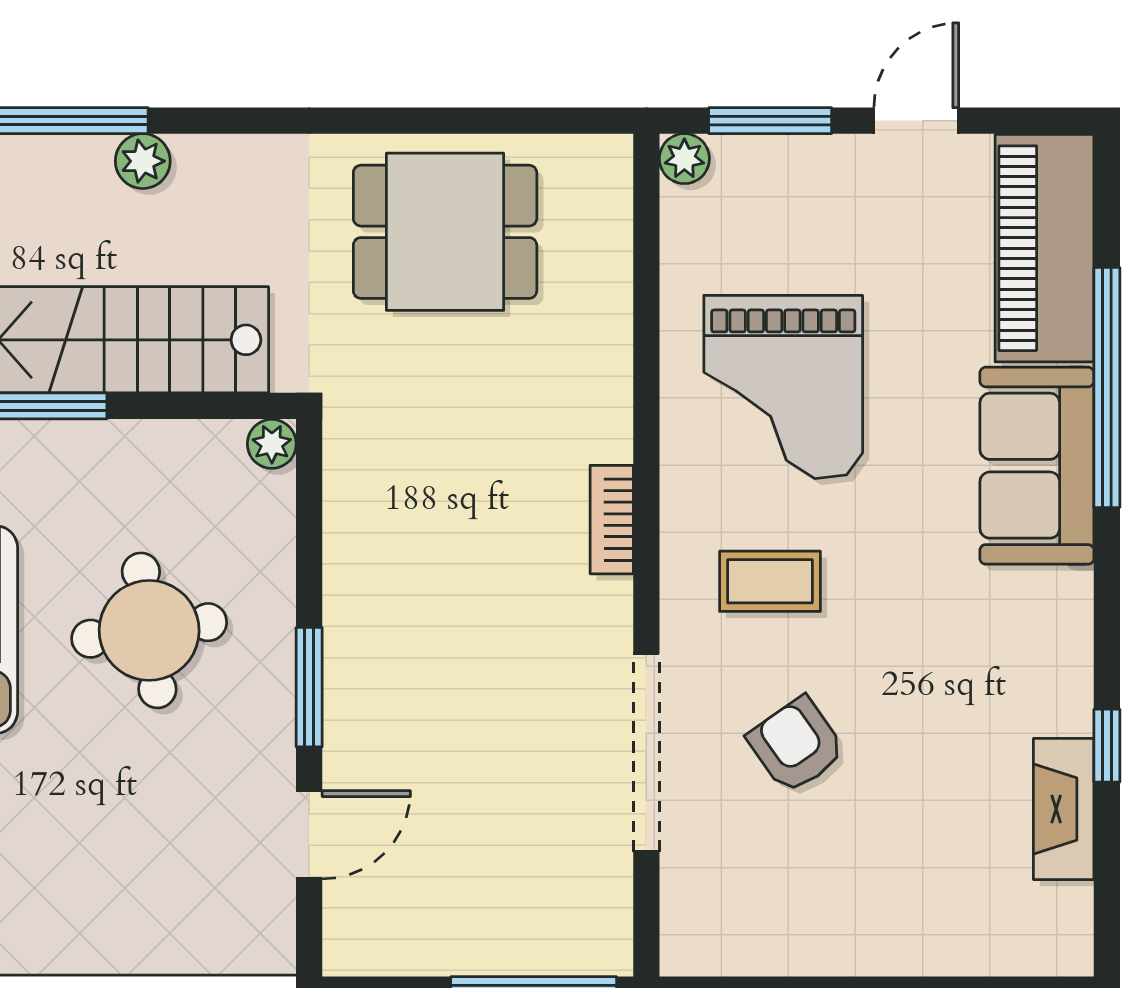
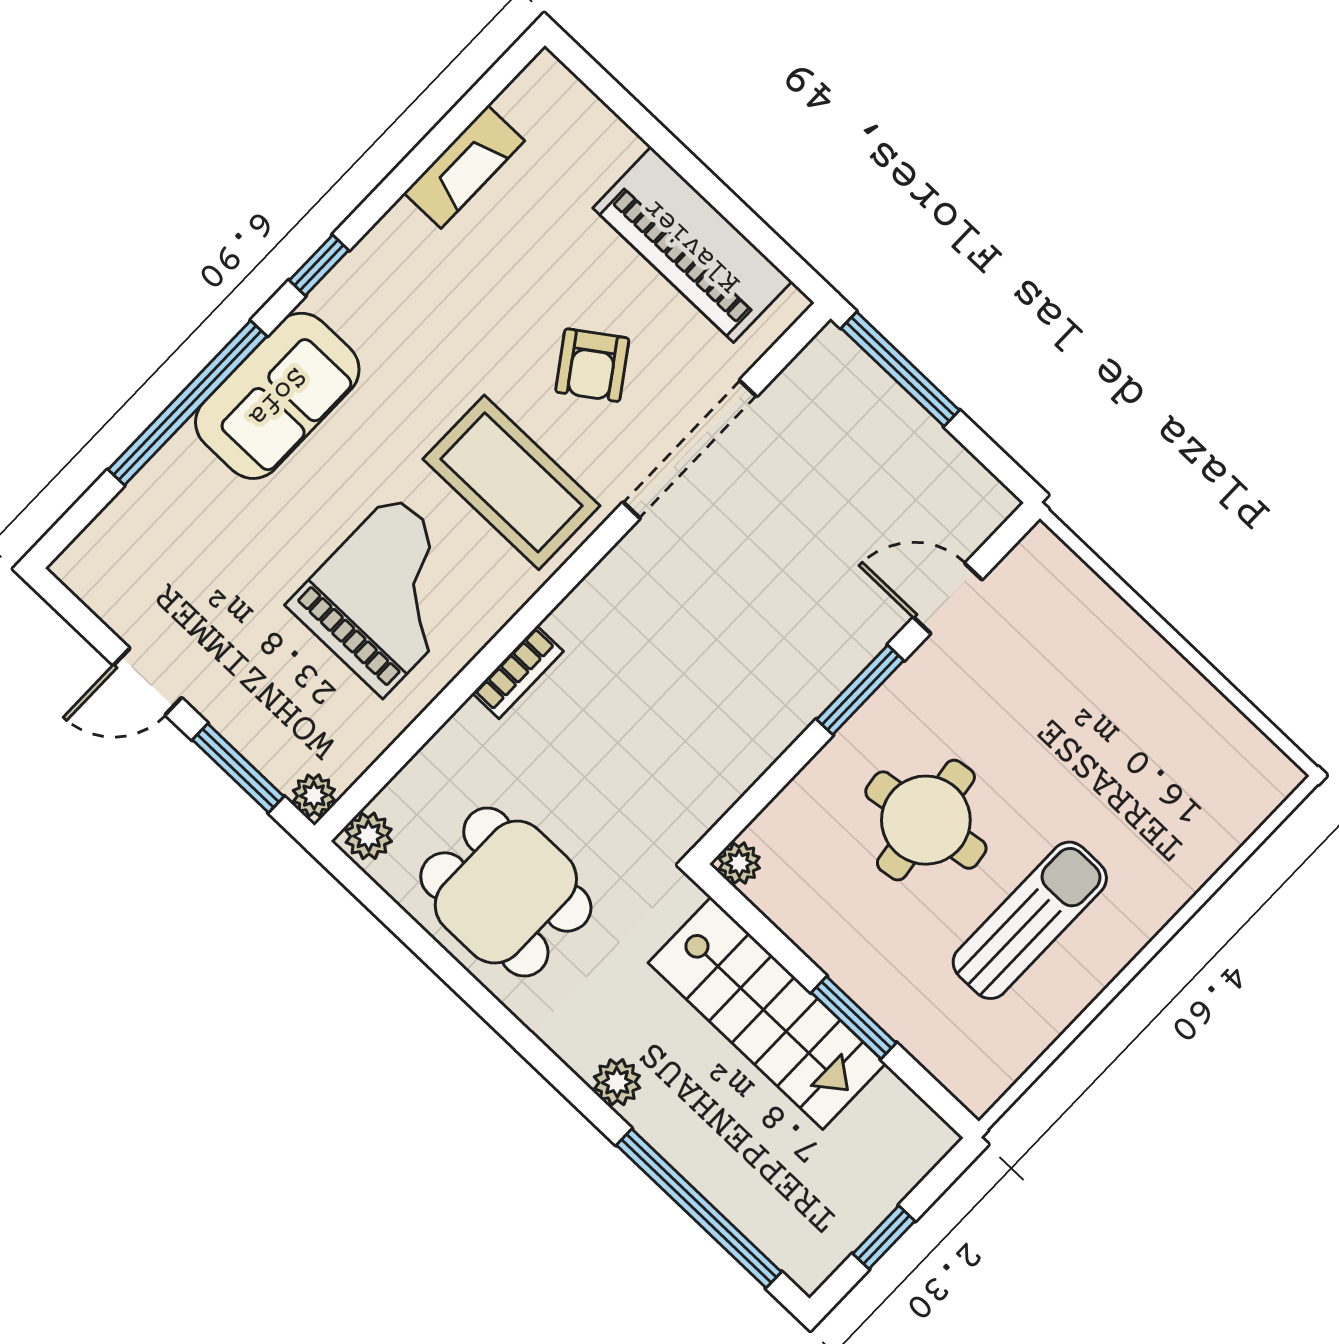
plant: (143, 161) -> (617, 1082), moved
plant: (606, 169) -> (369, 836), added
piano: (1044, 248) -> (692, 245), moved, turned 90
bookcase: (612, 520) -> (518, 672), moved
coffee table: (770, 581) -> (511, 482), width x1.86, depth x1.72
window: (1107, 746) -> (319, 265), moved

